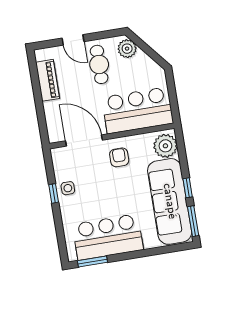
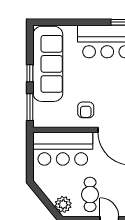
plant: (165, 146) -> (43, 113), removed
window: (193, 221) -> (30, 107), moved

